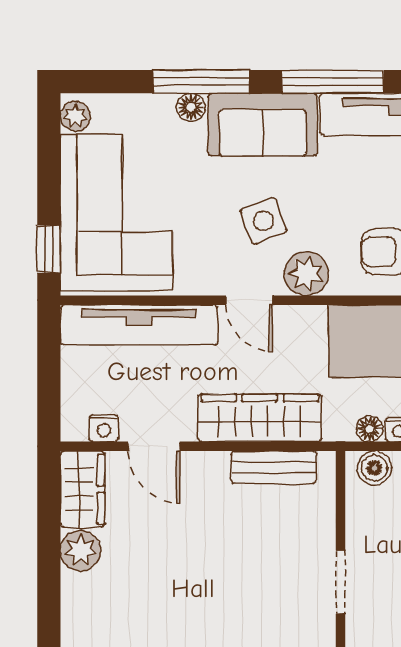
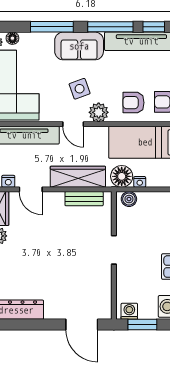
floor lamp: (191, 107) -> (12, 38), moved
floor lamp: (369, 429) -> (122, 176), width x1.89, depth x1.89

